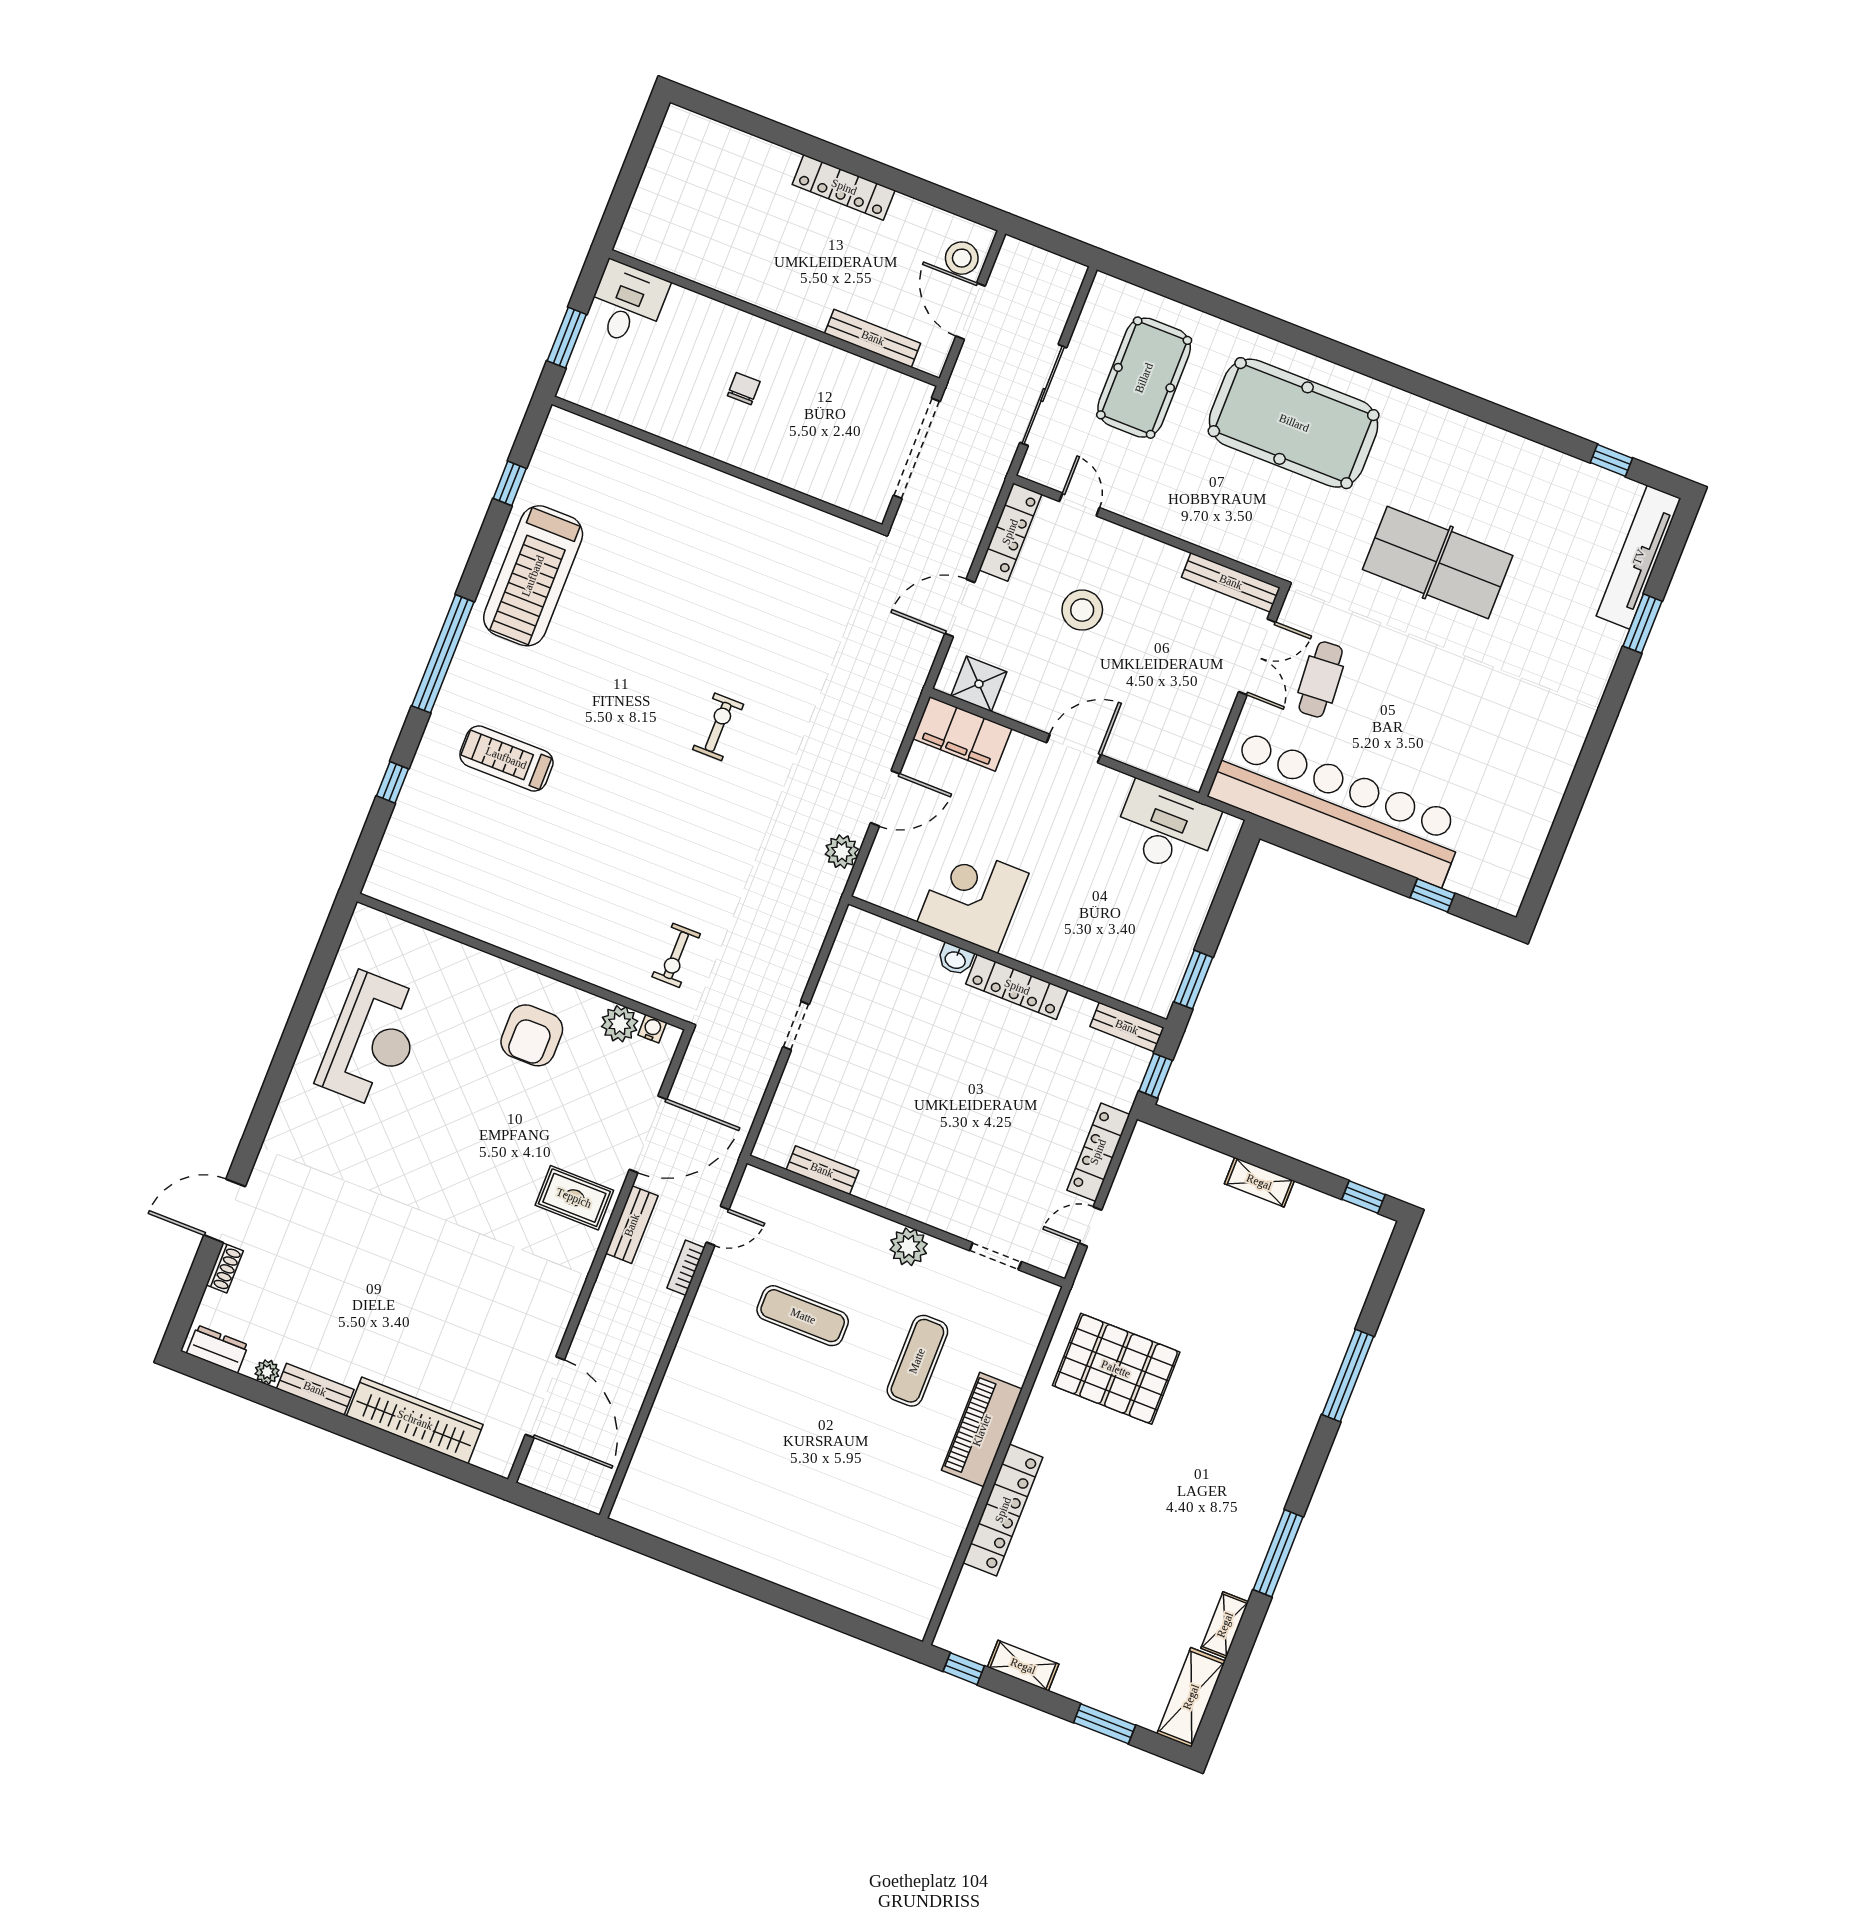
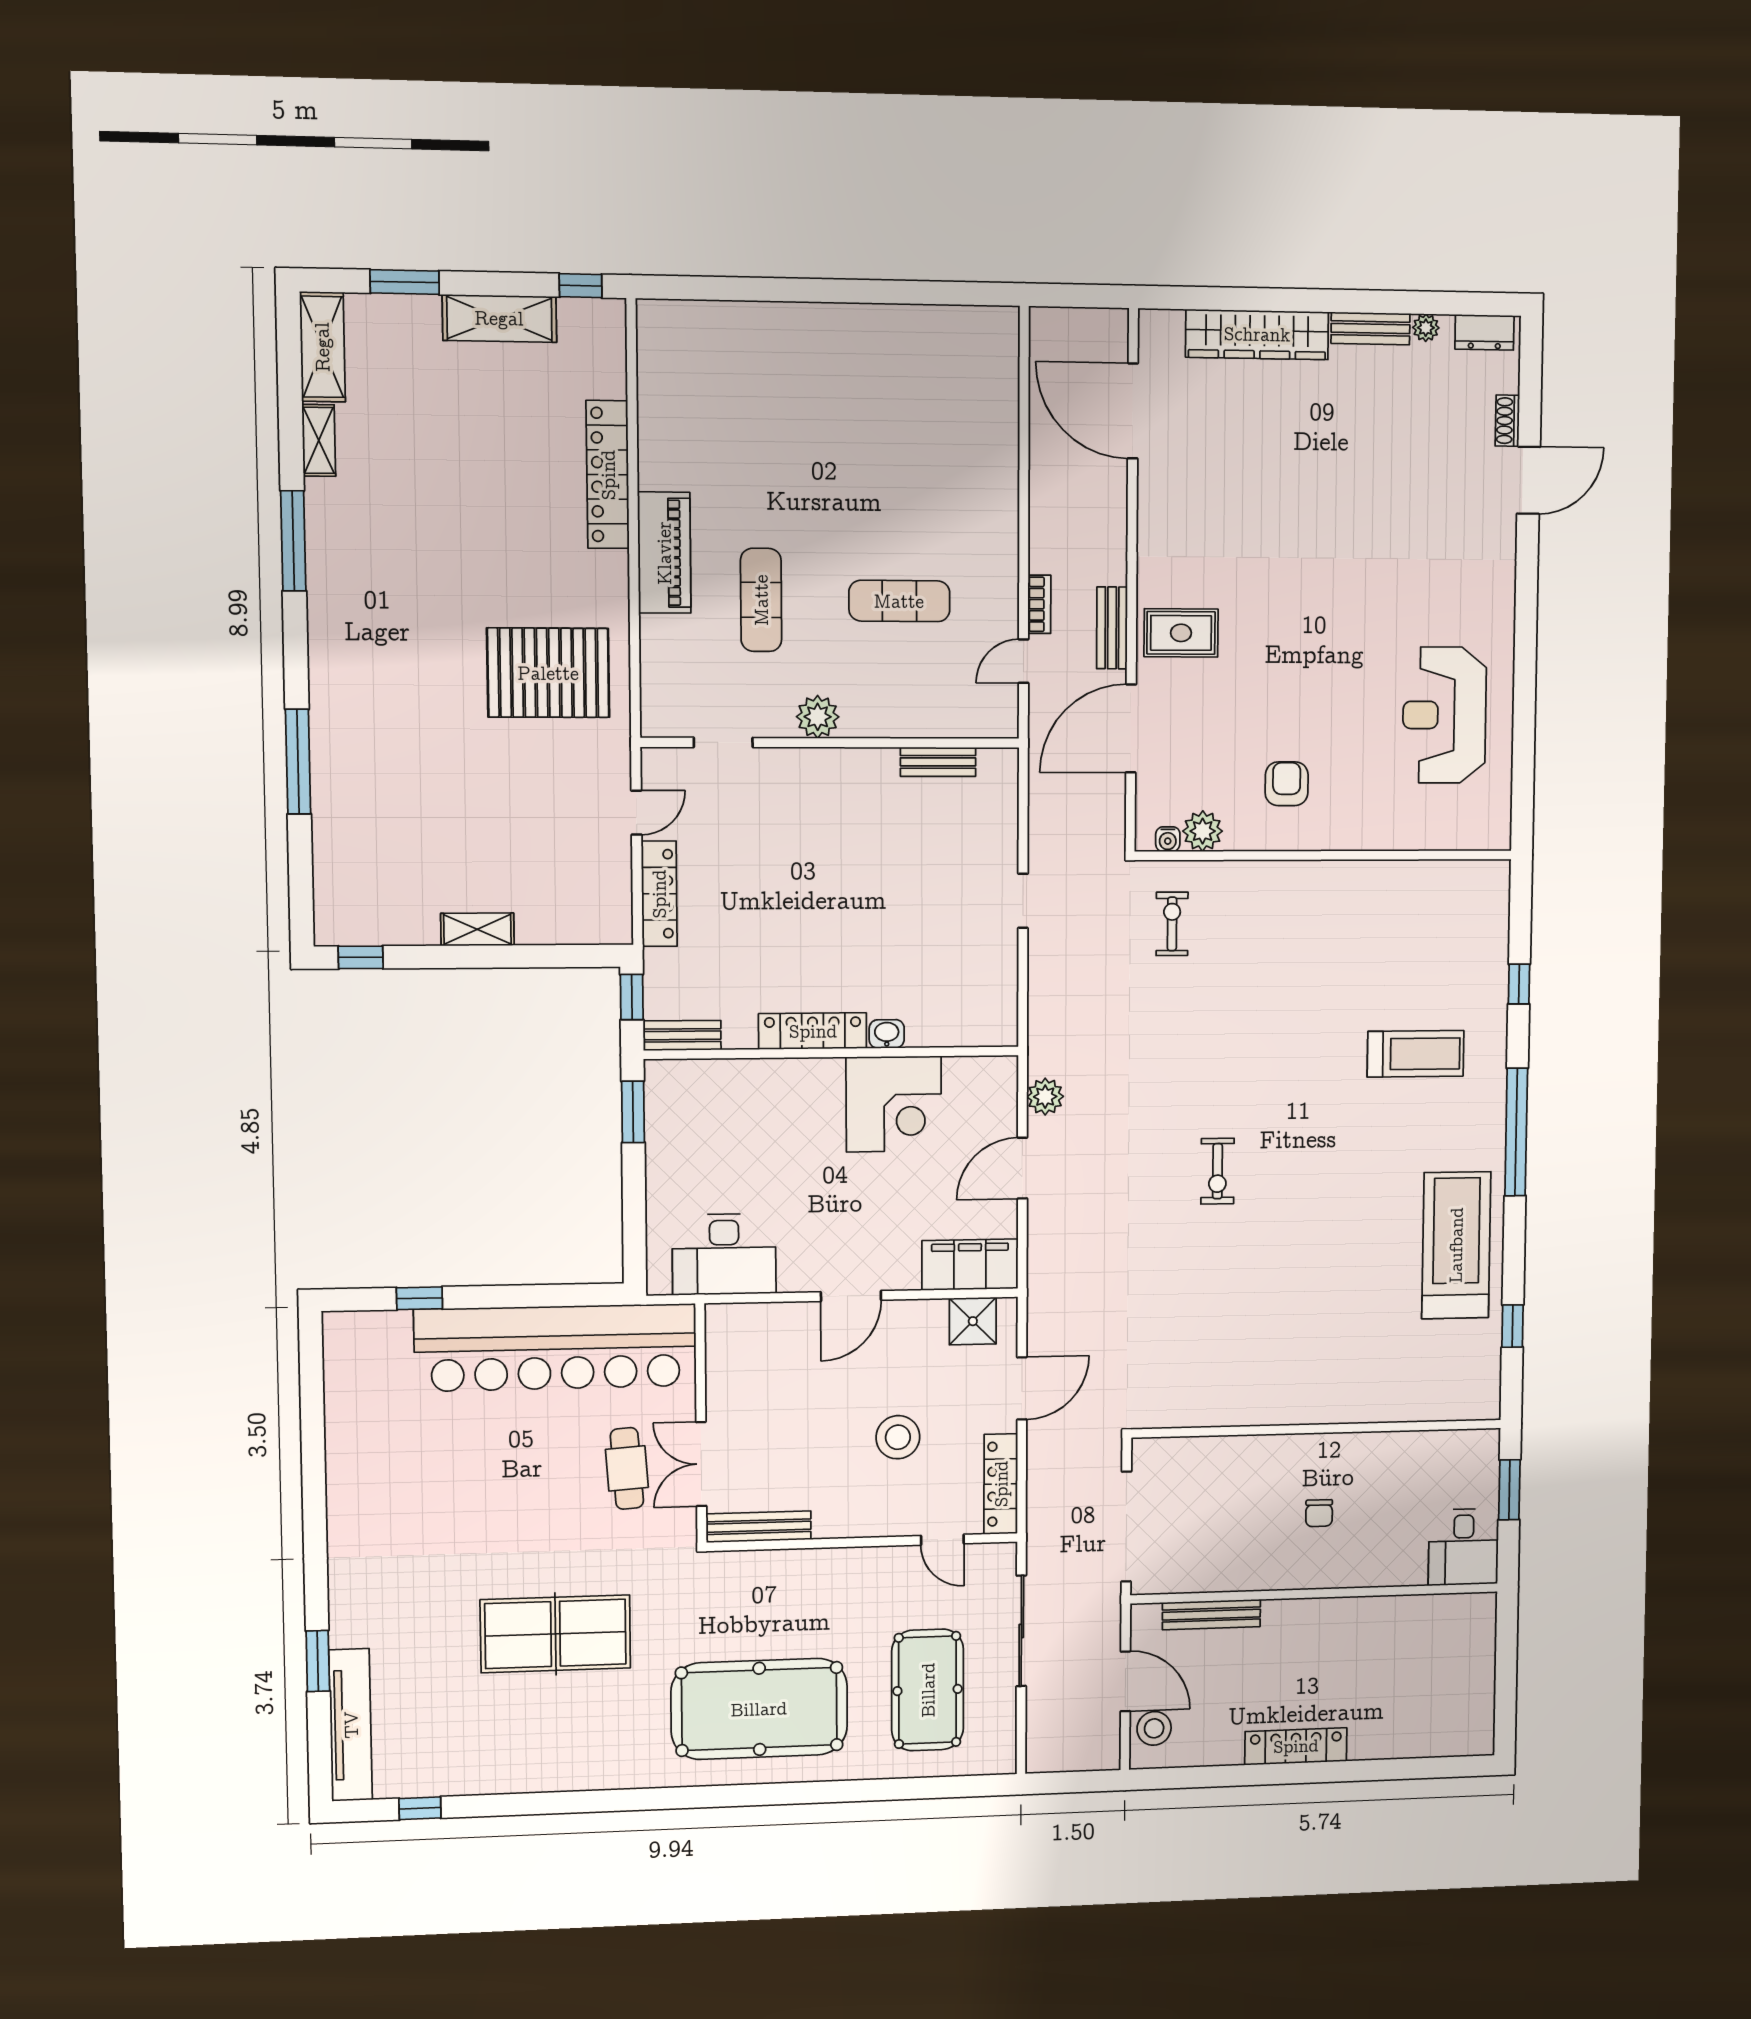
armchair: (532, 1035) -> (1287, 784), width x0.72, depth x0.72
shelving: (1023, 1666) -> (499, 318), width x1.50, depth x1.33

